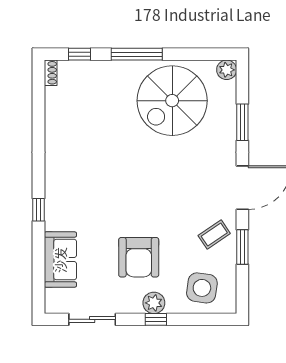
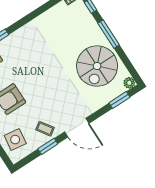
spiral stairs: (172, 101) -> (97, 66), turned -90
window: (242, 122) -> (119, 100), moved

